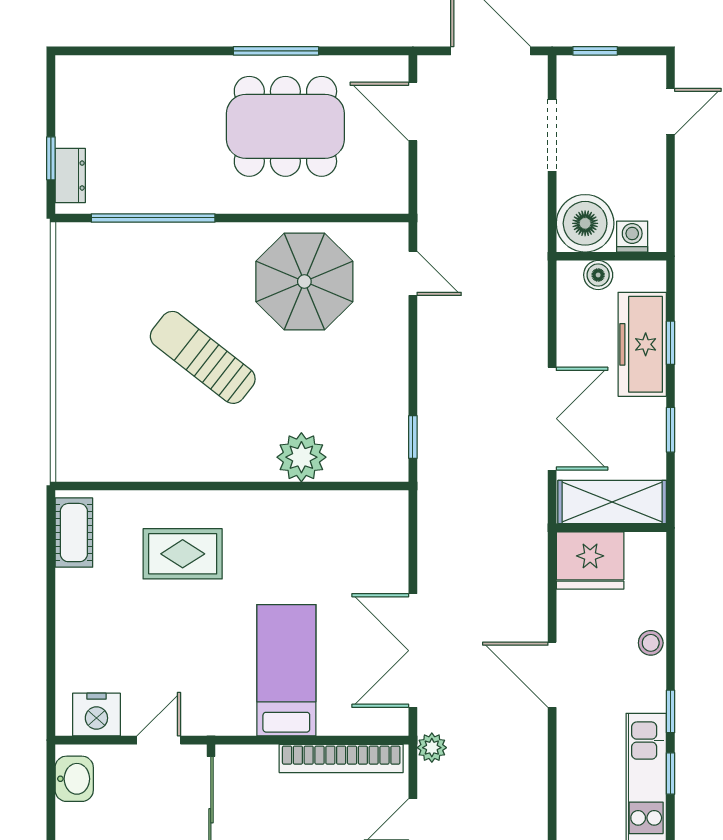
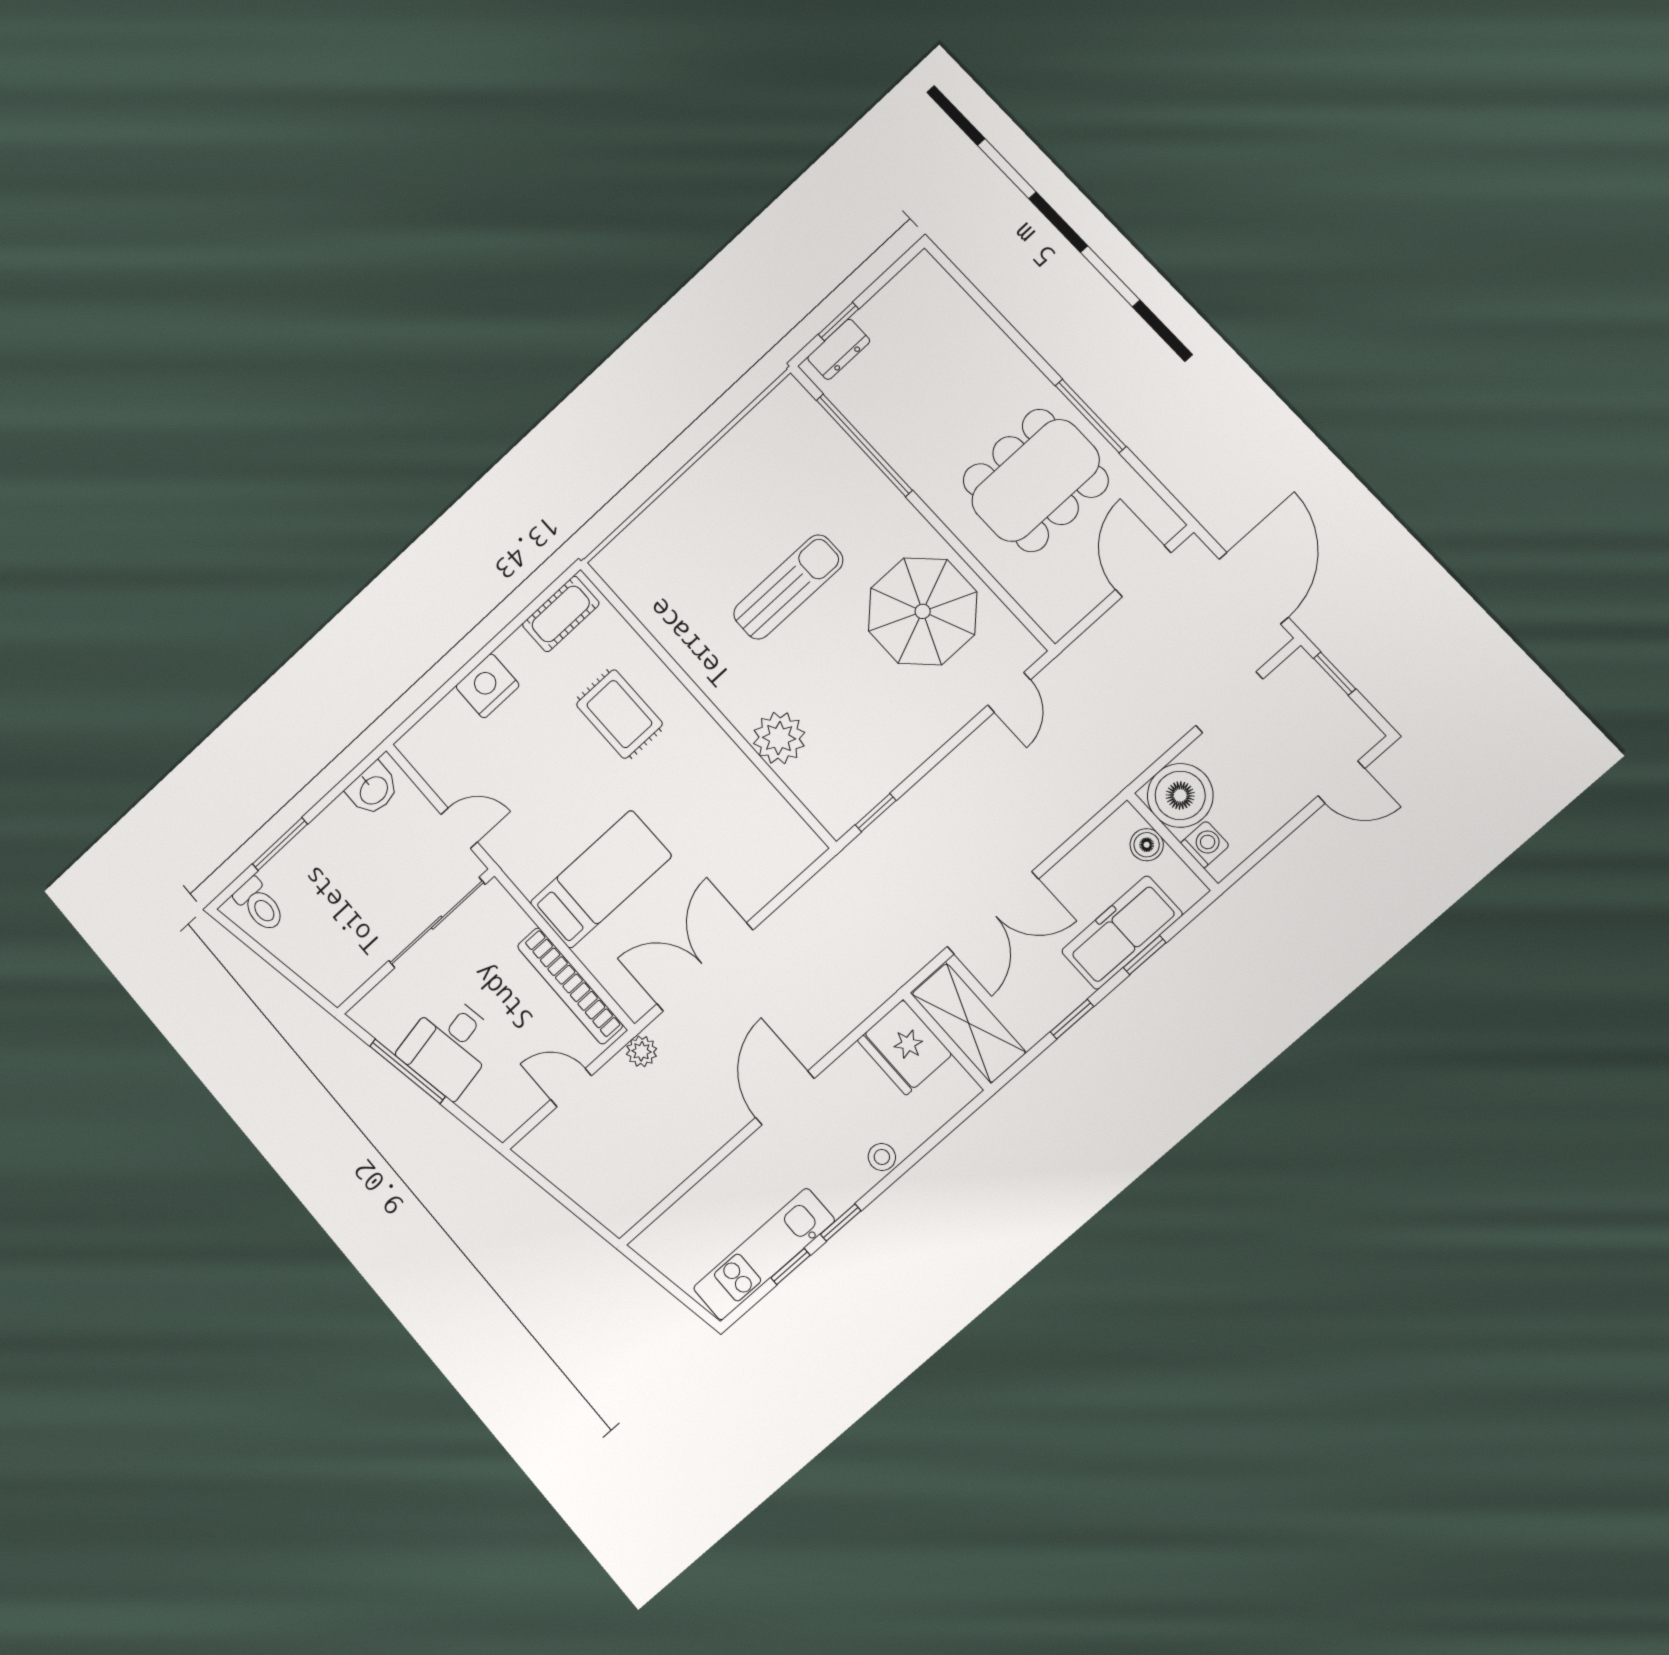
dining table: (285, 126) -> (1035, 481), turned 90
sun lounger: (203, 357) -> (788, 587), turned 52
nightstand: (96, 715) -> (488, 686), moved, turned 90

